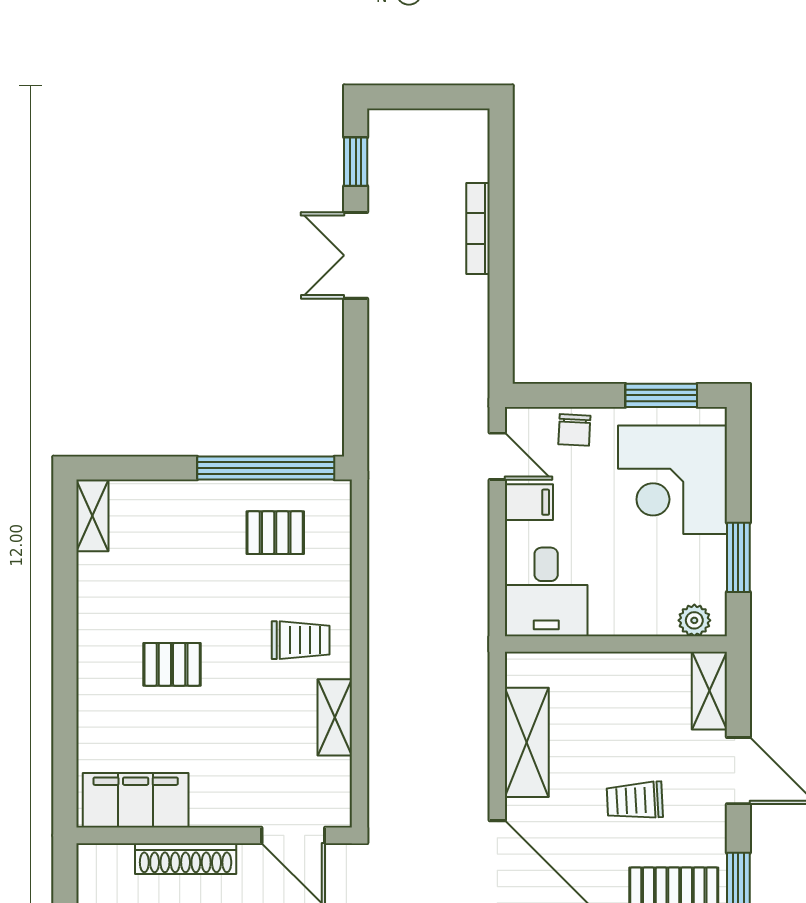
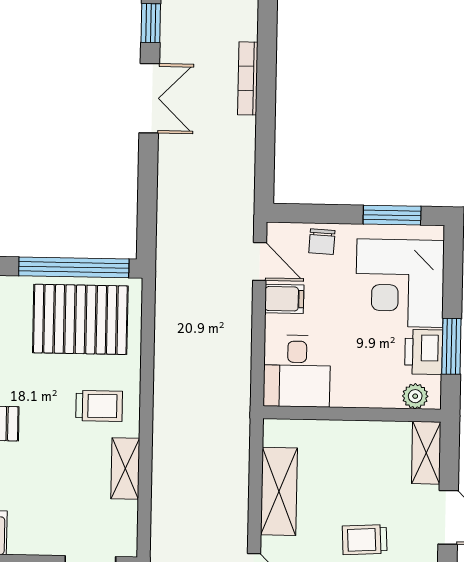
double door: (356, 255) -> (149, 98), swing flipped
pallet: (275, 533) -> (80, 319), width x2.05, depth x2.00
printer: (704, 565) -> (424, 352), added

